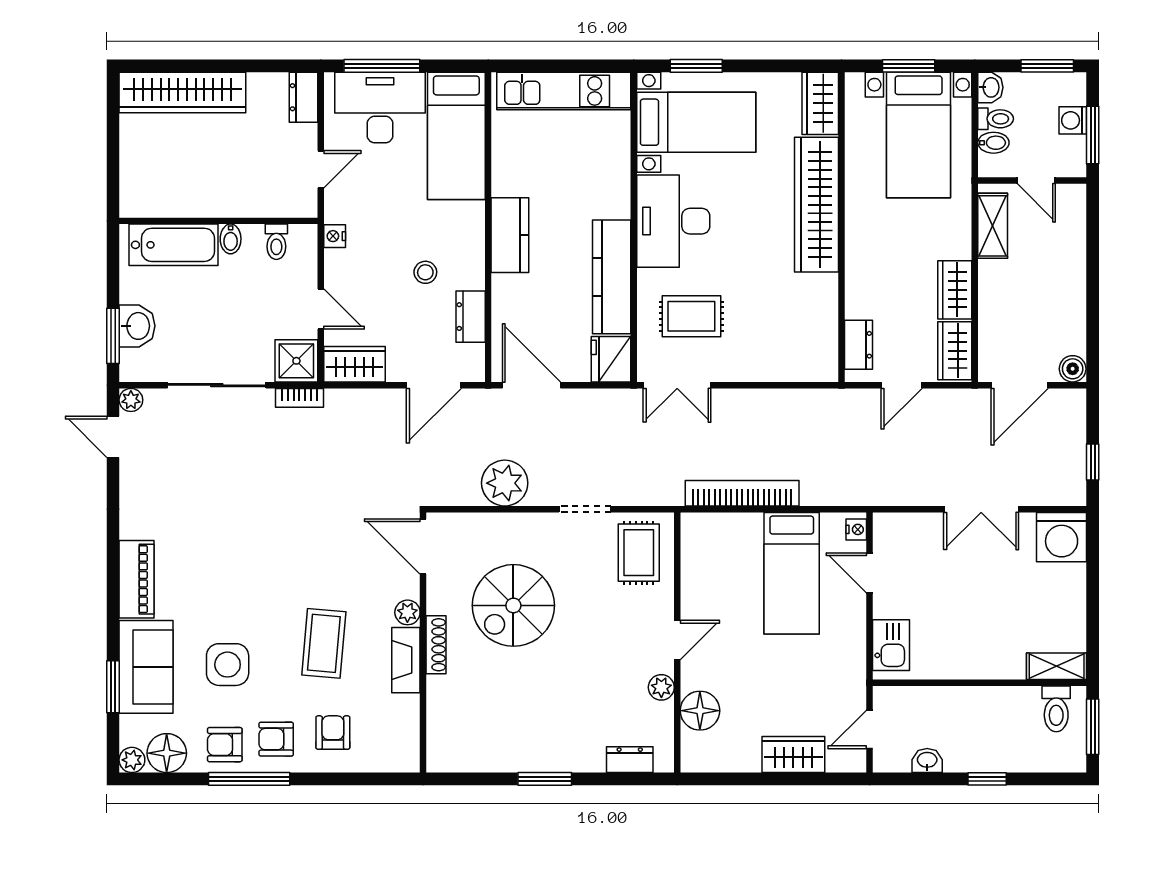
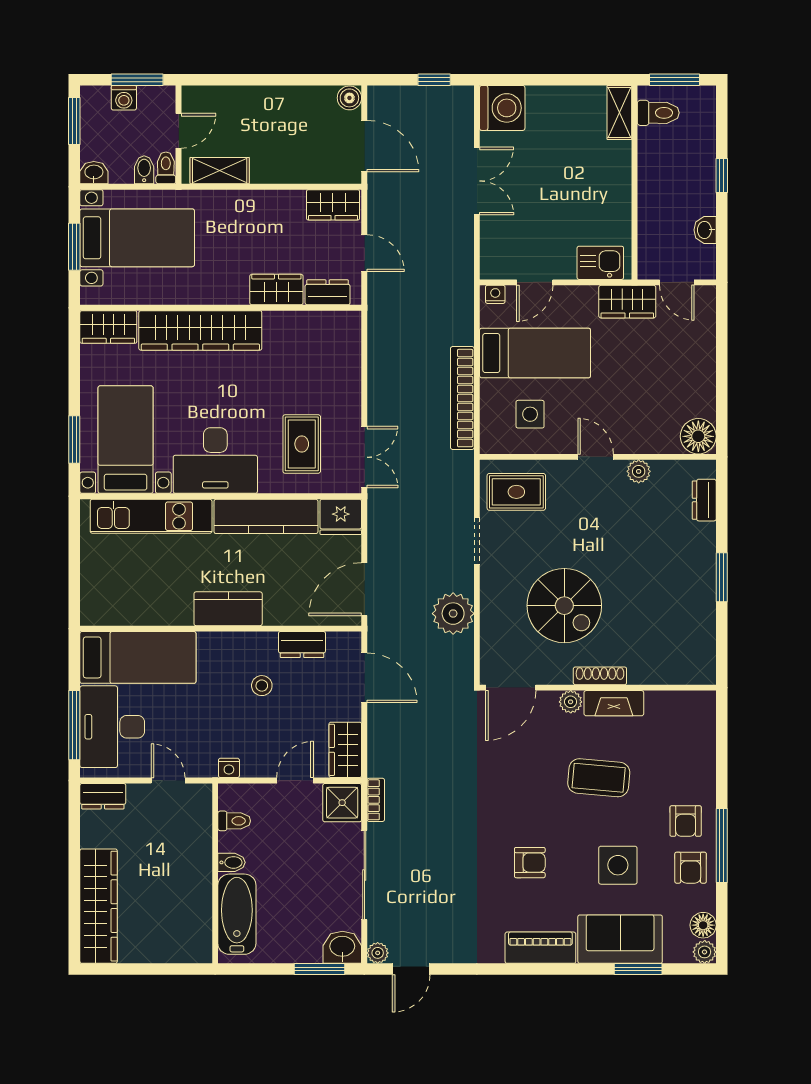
kitchen unit: (564, 91) -> (151, 516), moved, turned 90
toilet: (996, 119) -> (166, 168), moved
wardrobe: (955, 290) -> (276, 290), moved, turned 180
washbasin: (137, 326) -> (342, 947), moved
side table: (724, 568) -> (530, 414), added
floor lamp: (700, 711) -> (698, 436), moved
armchair: (333, 733) -> (530, 863), moved, turned 180
floor lamp: (167, 753) -> (703, 925), width x0.73, depth x0.73
wardrobe: (793, 755) -> (627, 302), moved, turned -90

